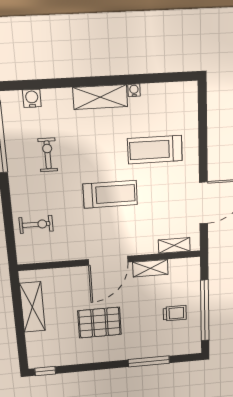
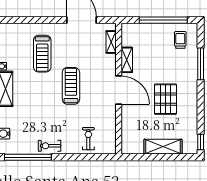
exercise bike: (48, 155) -> (49, 146), moved
shelving: (32, 307) -> (163, 147), moved
trolley: (175, 313) -> (180, 40), moved

